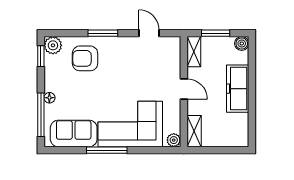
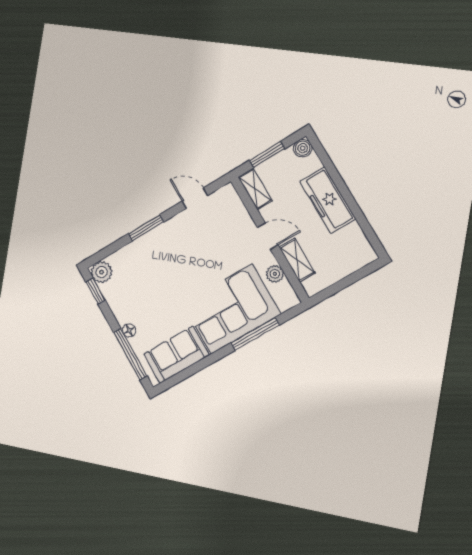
armchair: (85, 58) -> (143, 266), removed
shelving: (194, 131) -> (297, 260), moved
plant: (174, 140) -> (275, 274), moved
window: (107, 150) -> (255, 334), moved

